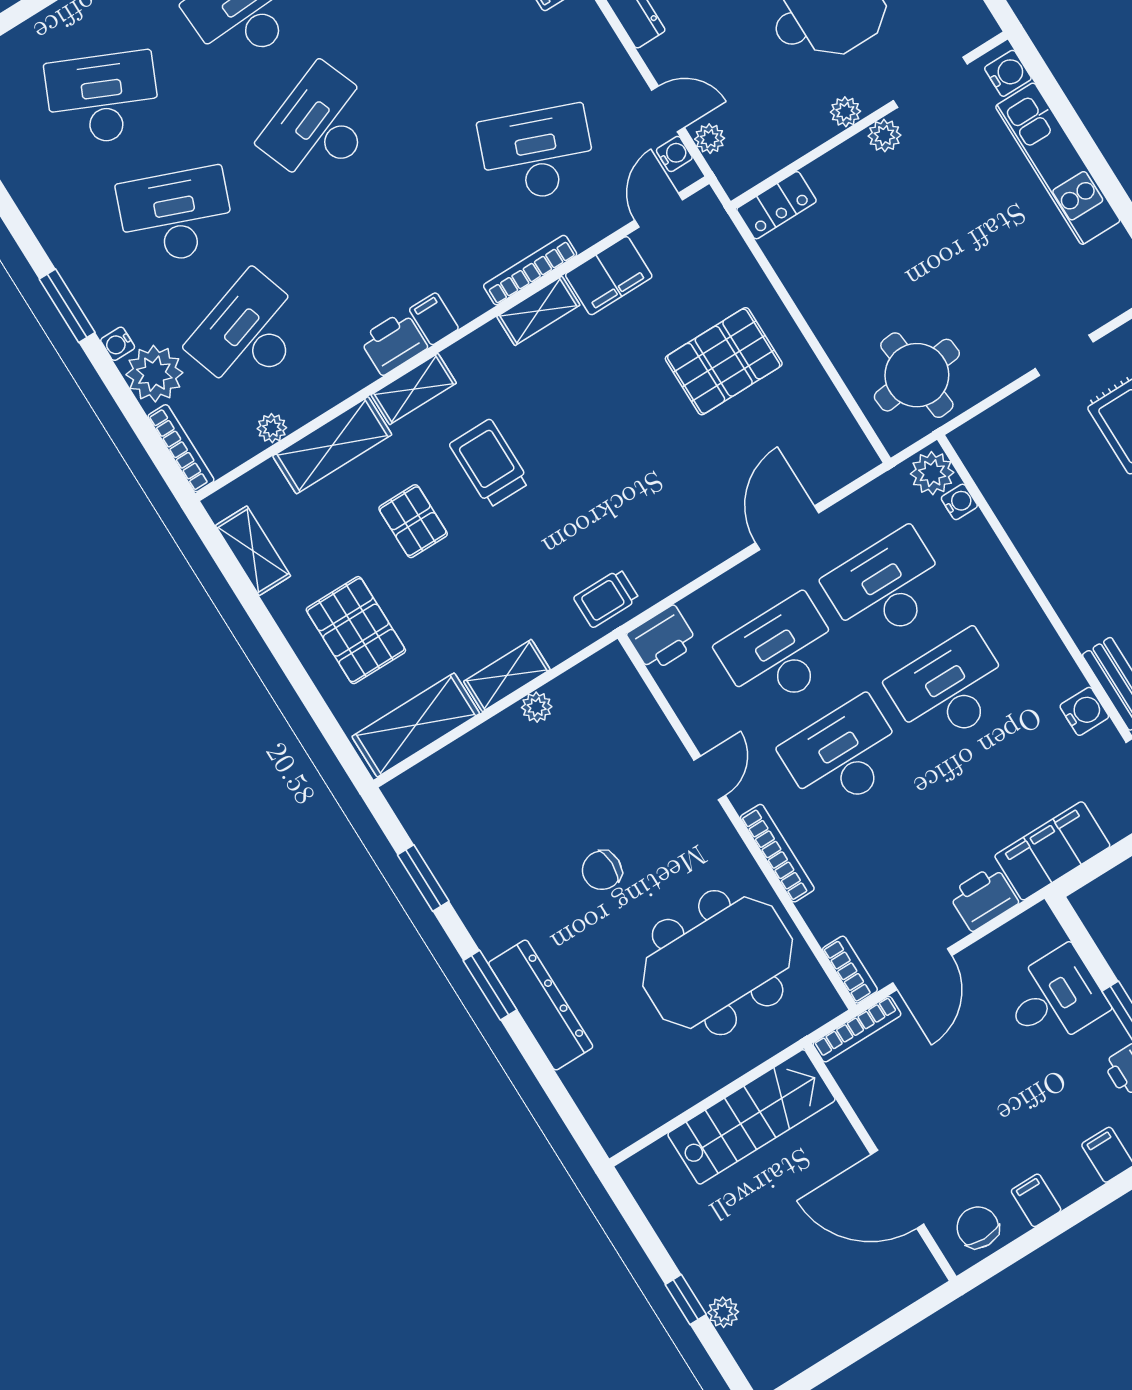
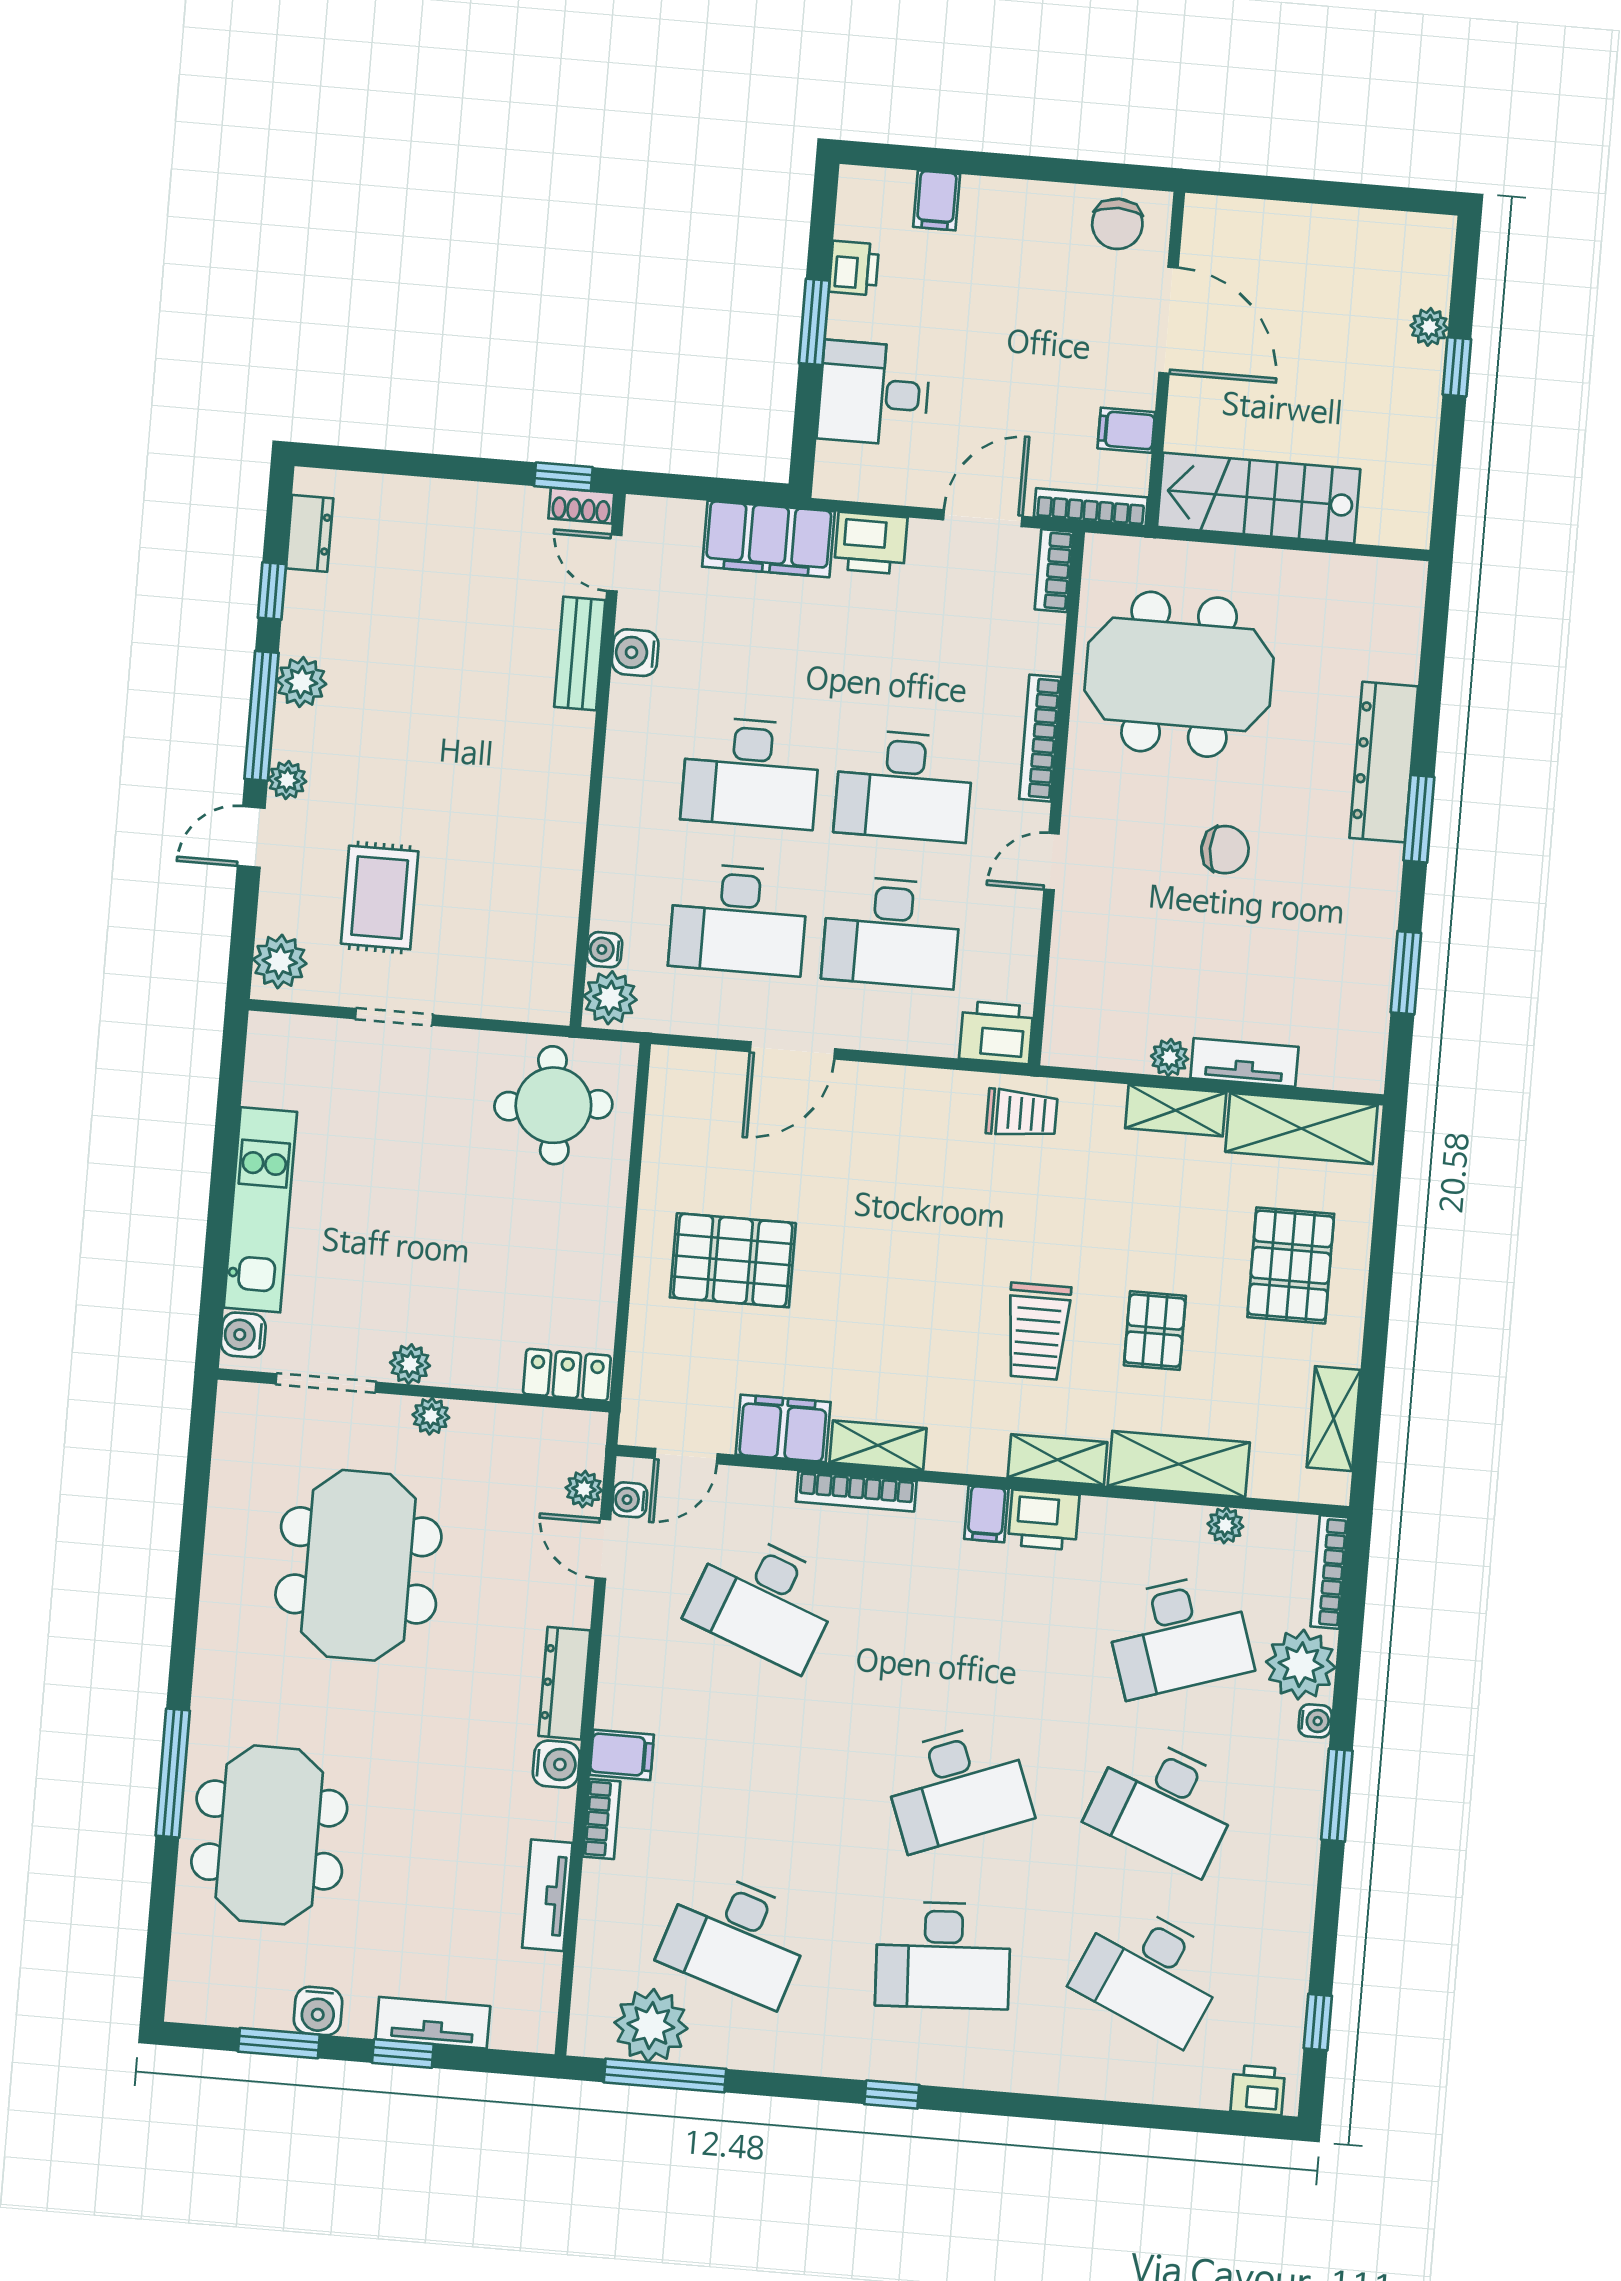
tv unit: (485, 740) -> (1244, 1062), added
filing cabinet: (1036, 1200) -> (1126, 430), moved, turned 90

